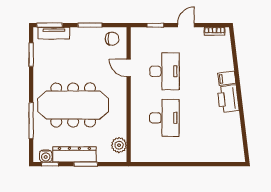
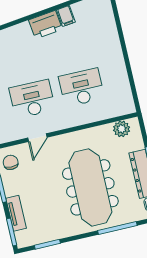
tv unit: (54, 33) -> (16, 213), moved
filing cabinet: (227, 78) -> (66, 16), moved

